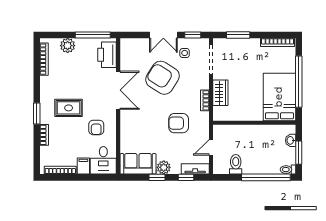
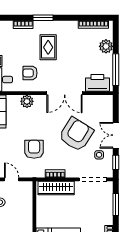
wardrobe: (220, 93) -> (56, 188), width x1.50
plant: (127, 131) -> (27, 101), added

